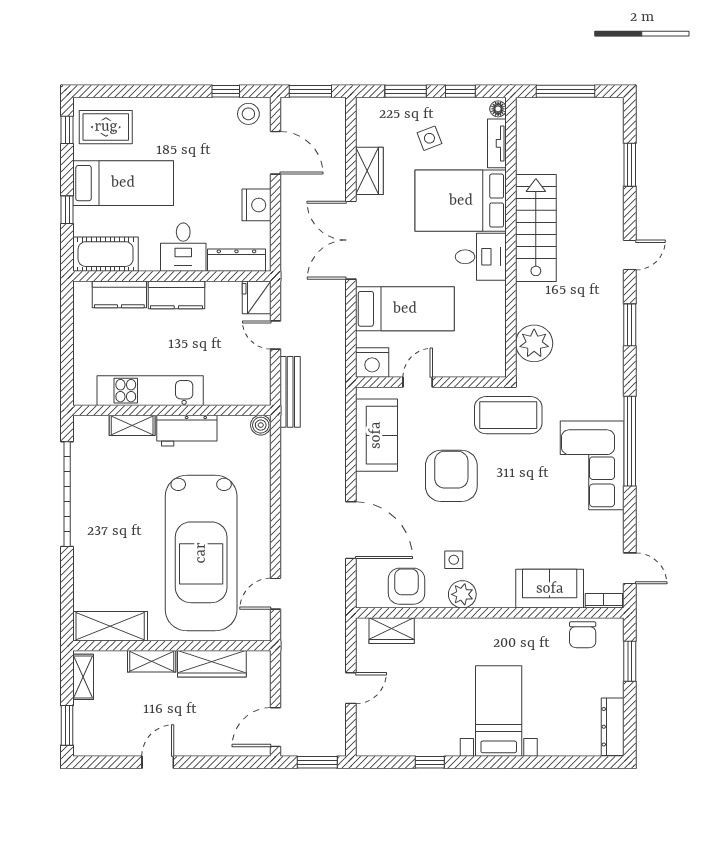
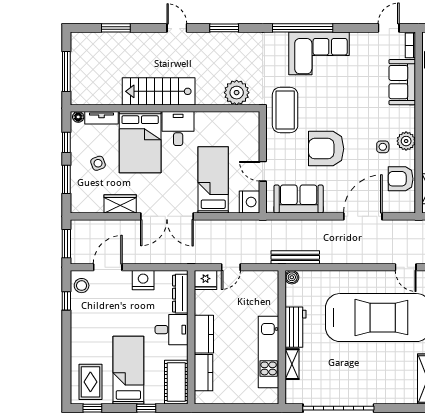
bench: (290, 392) -> (295, 257), moved

